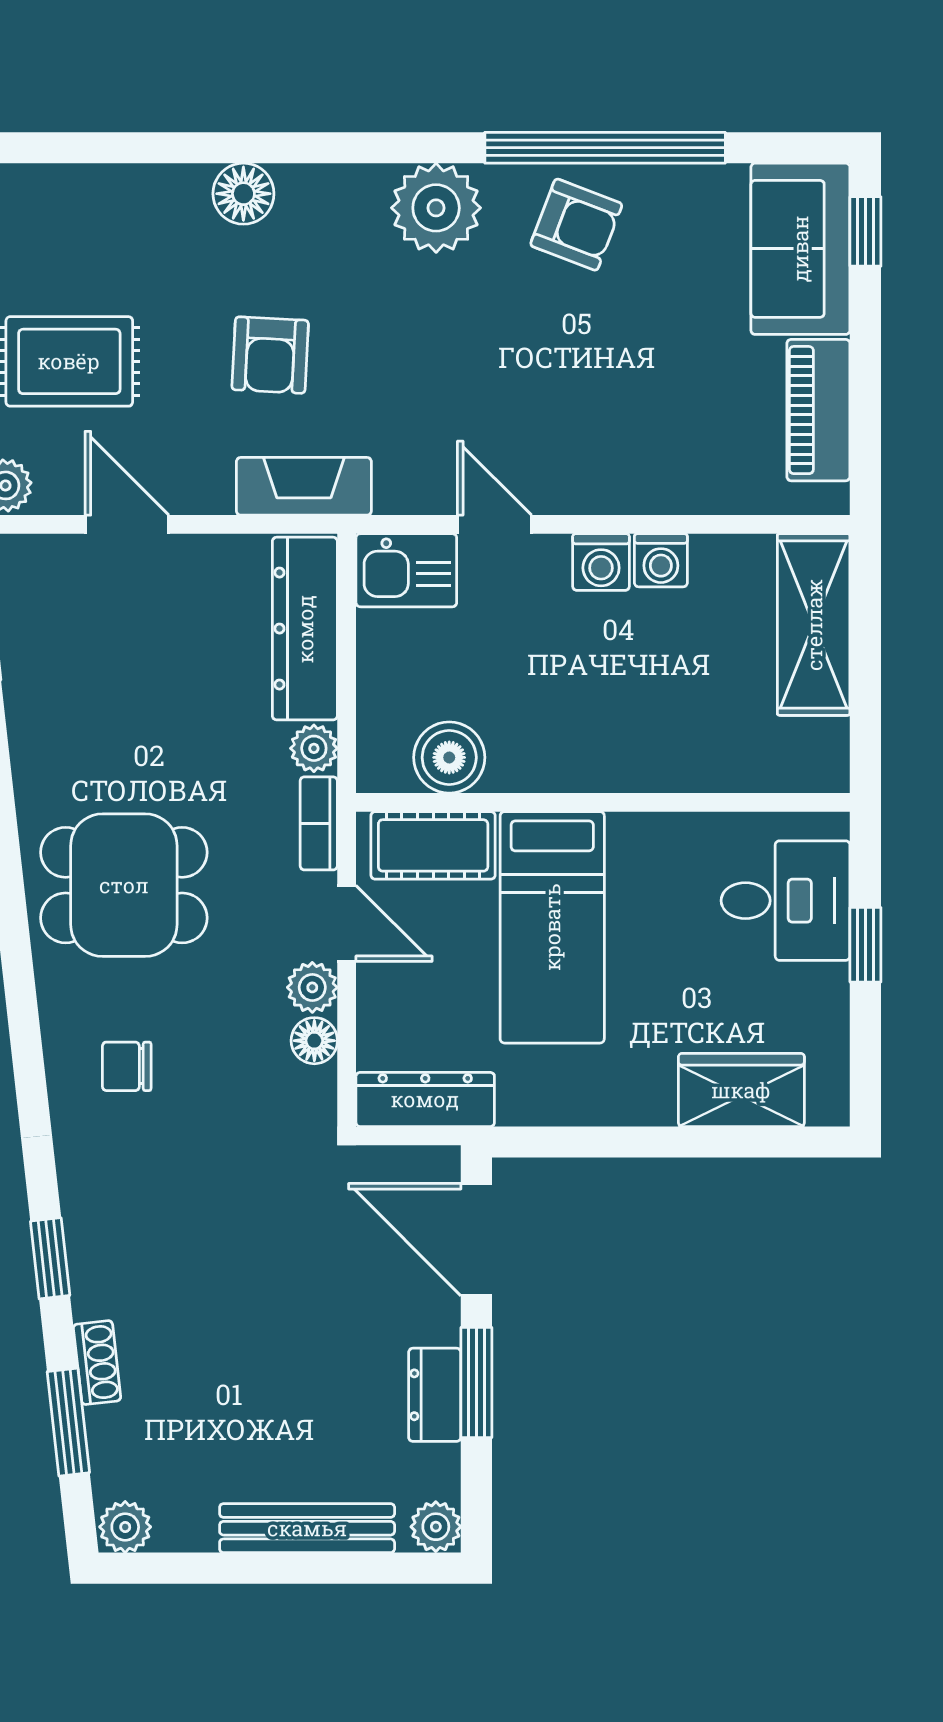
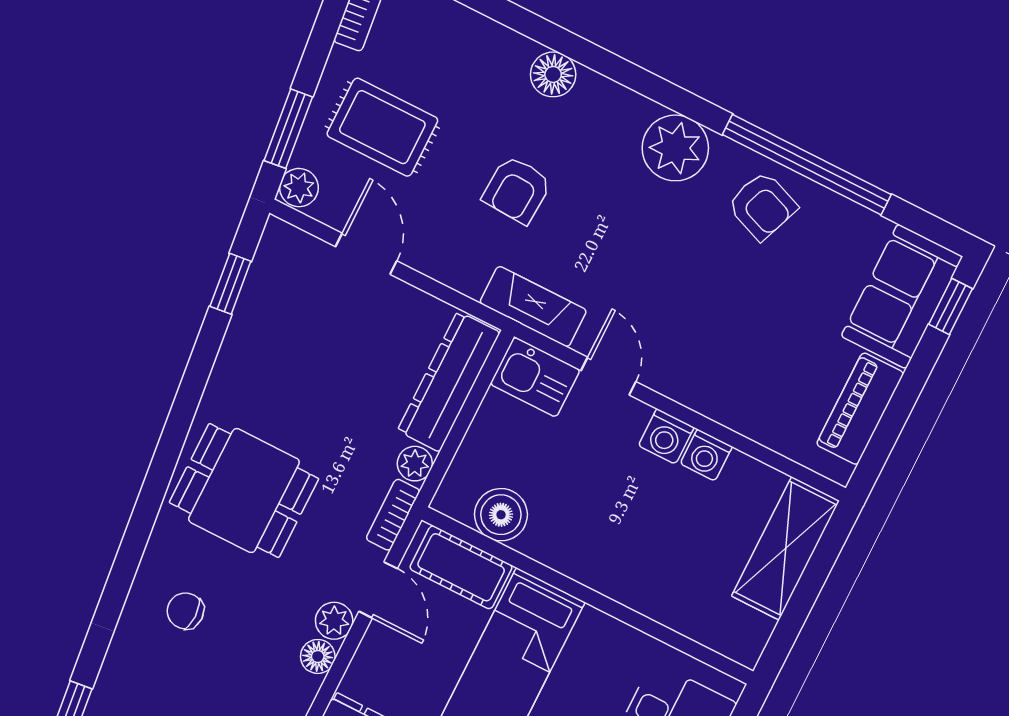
fireplace: (304, 486) -> (533, 307), moved

